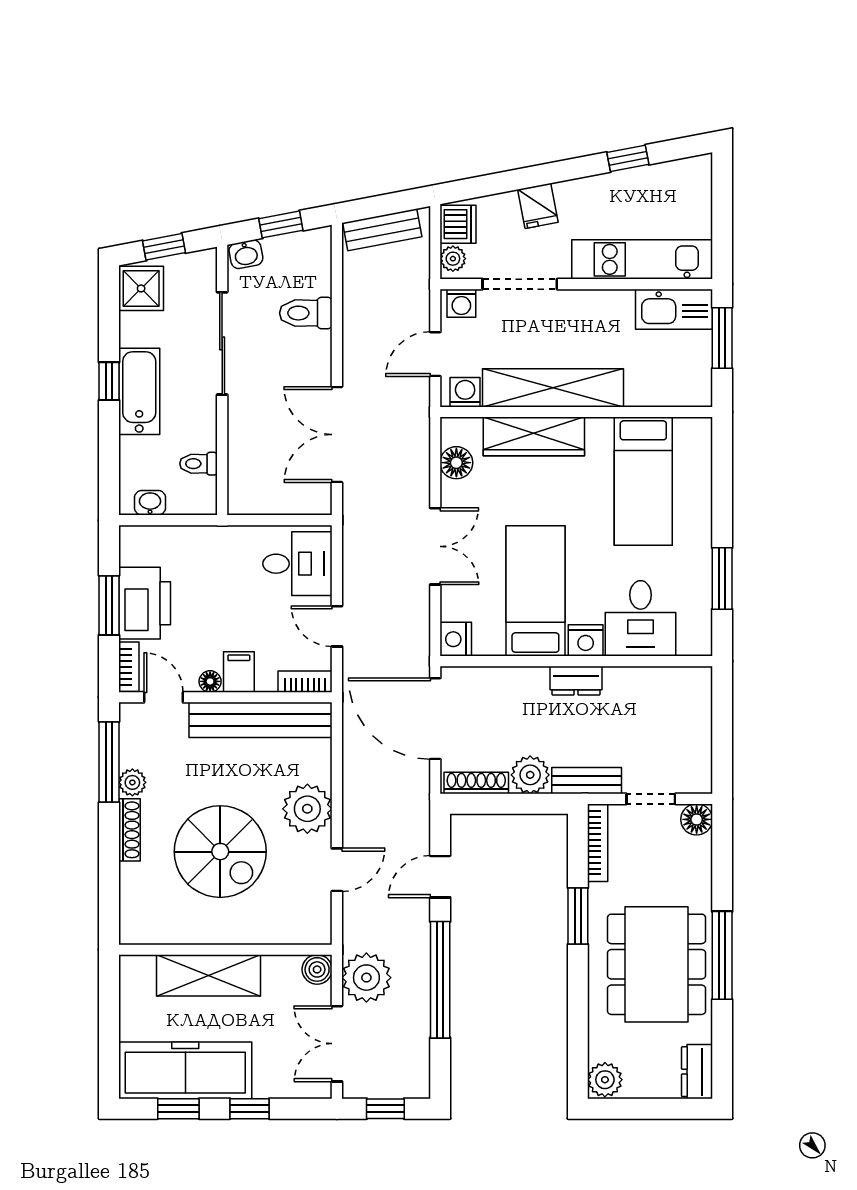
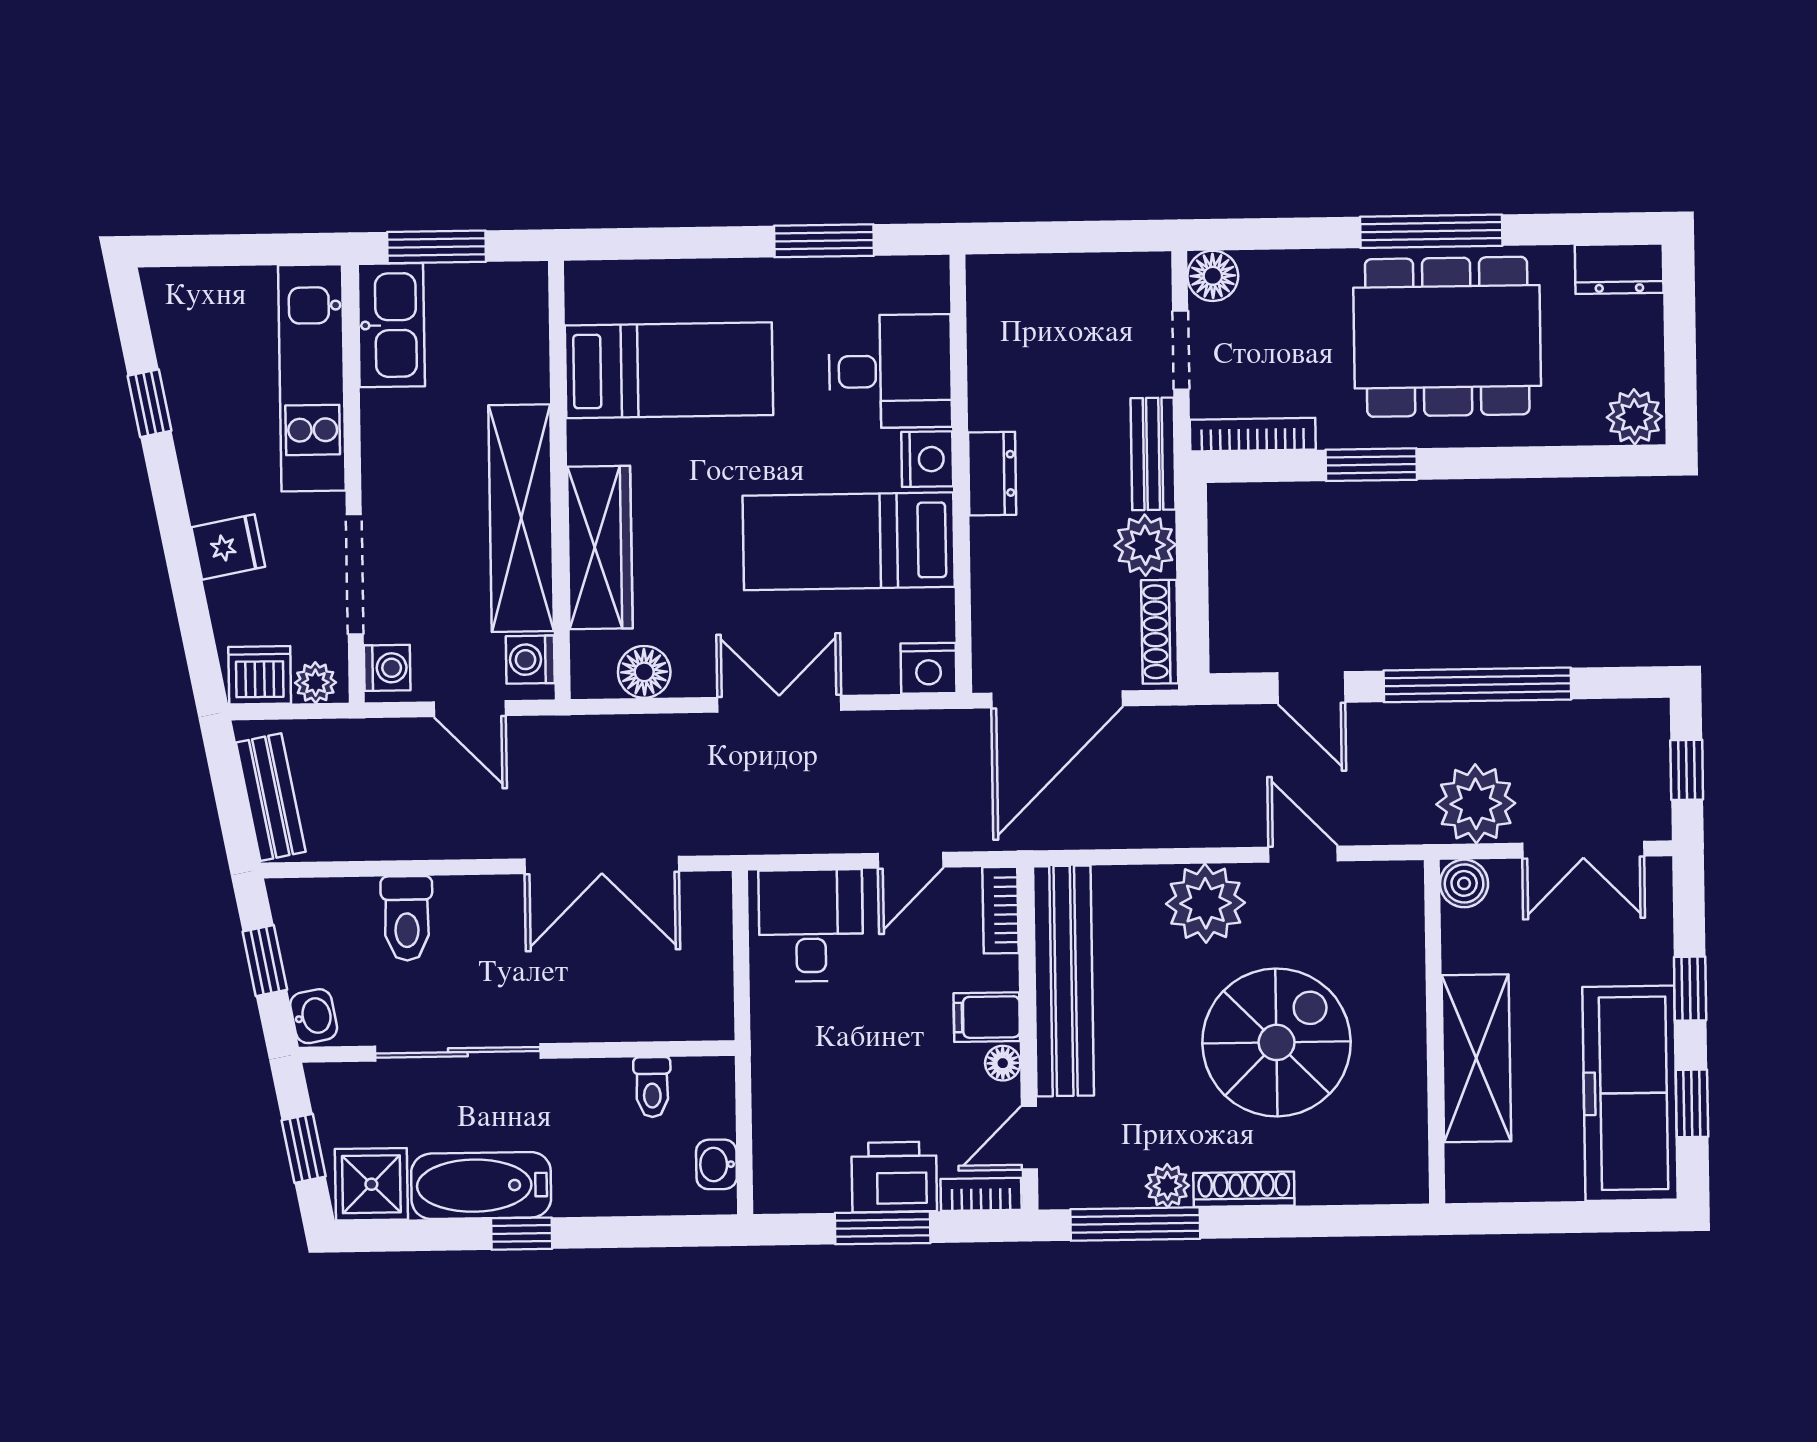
bathtub: (139, 391) -> (481, 1186), moved
printer: (145, 603) -> (894, 1177), width x0.73, depth x0.84

